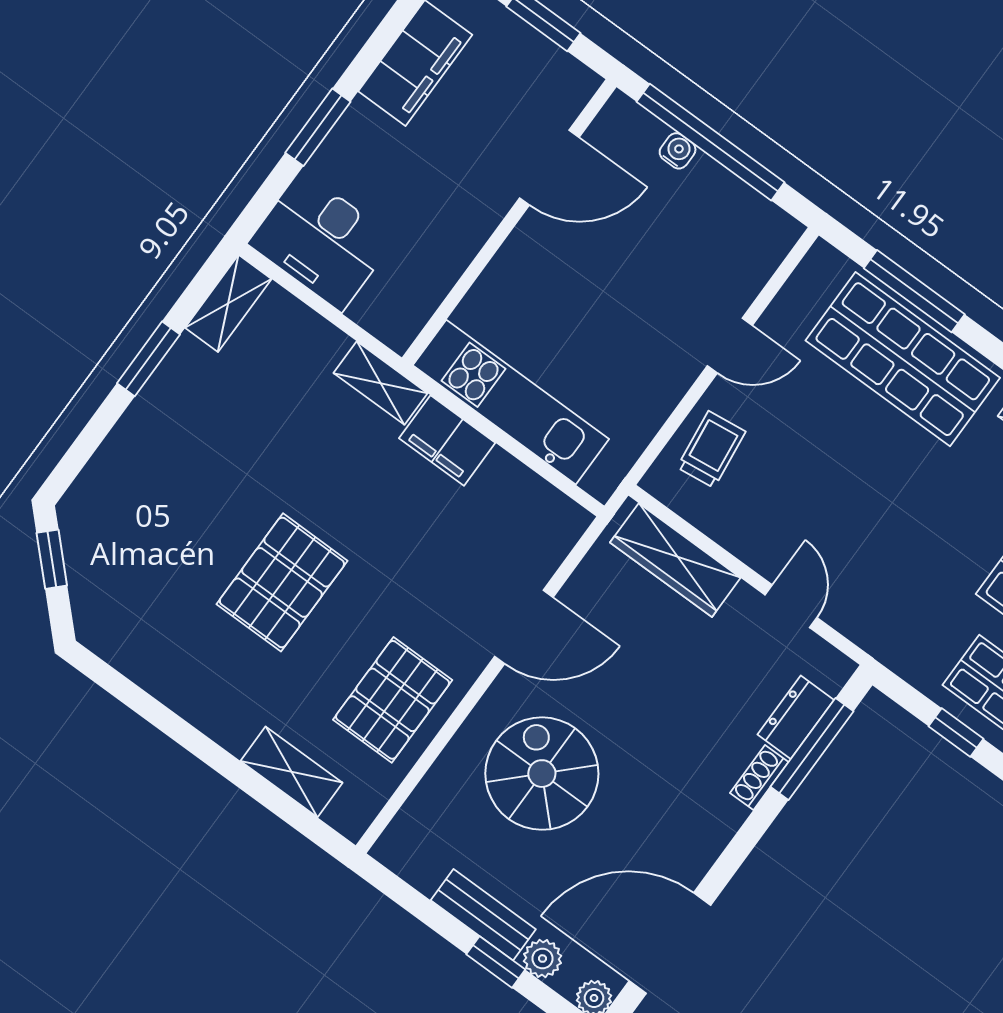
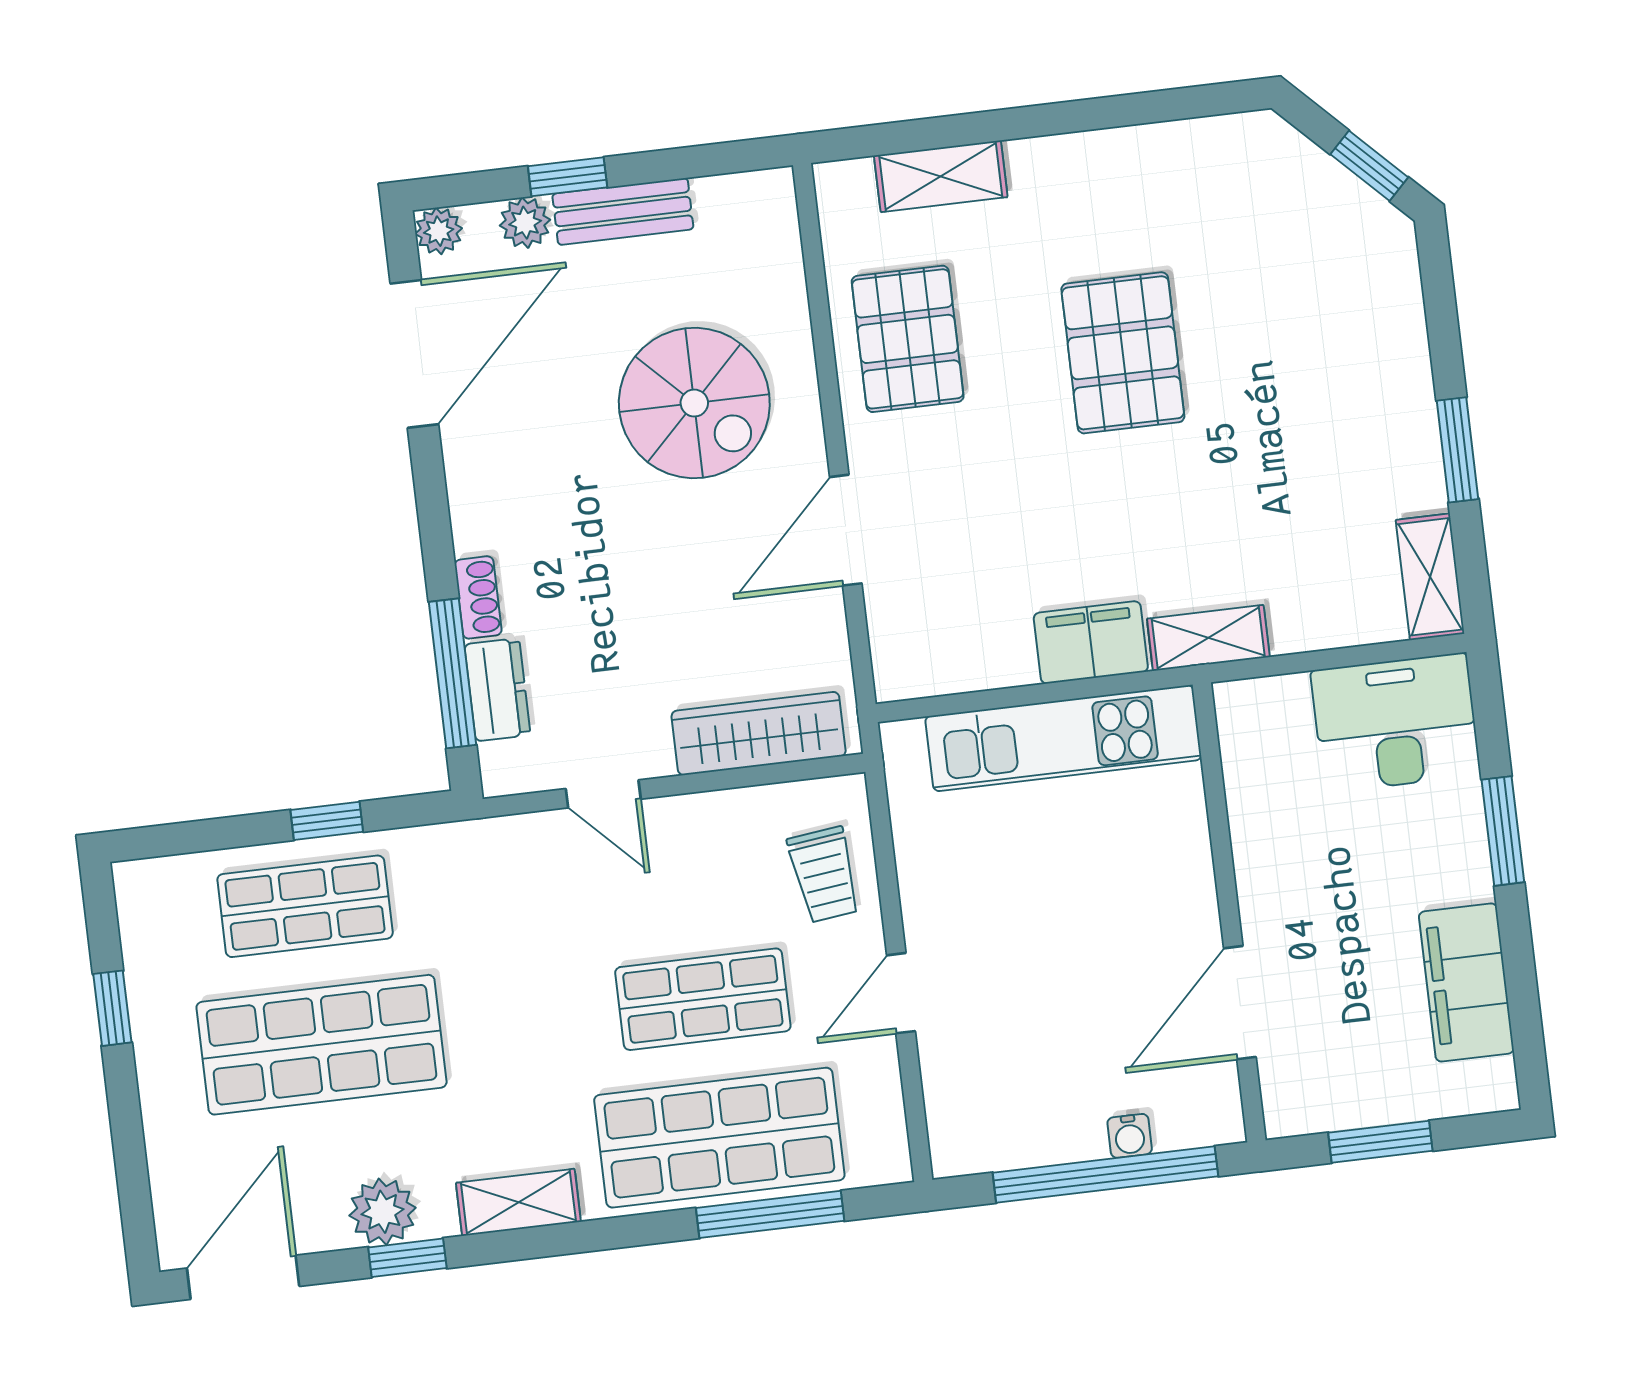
shop shelf: (841, 443) -> (703, 999), added

